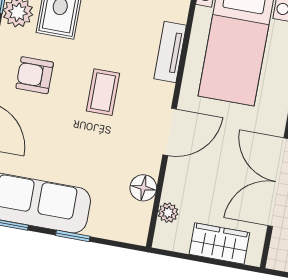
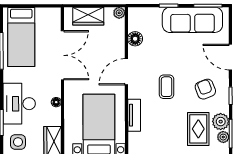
armchair: (35, 75) -> (205, 89), turned -111
plant: (168, 213) -> (119, 13), moved

